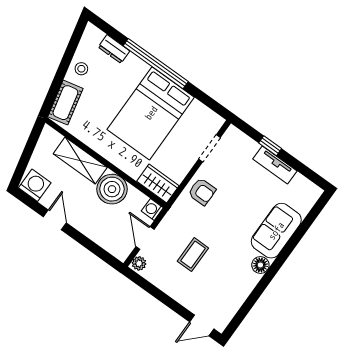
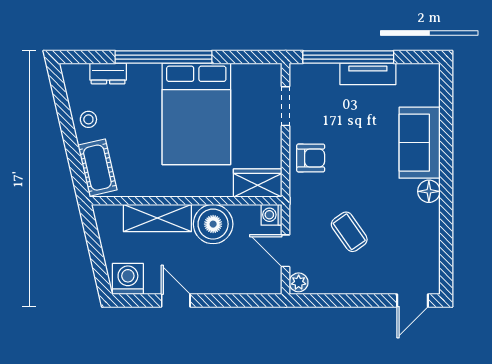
window: (270, 146) -> (348, 57), width x3.17
coffee table: (193, 255) -> (349, 232), turned -35

